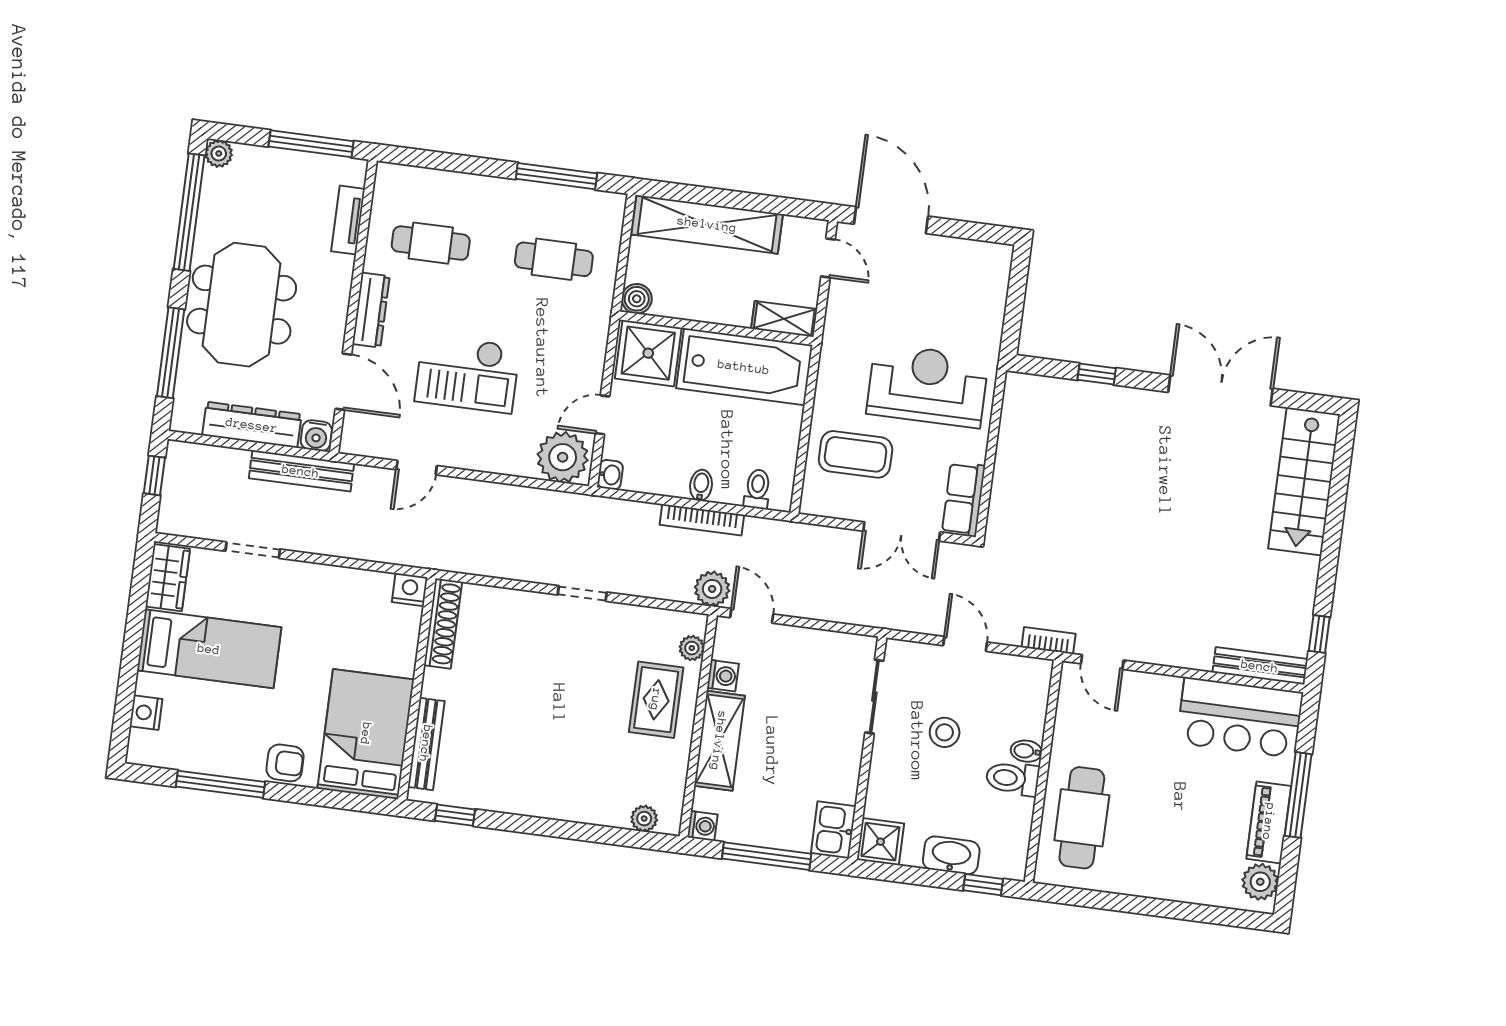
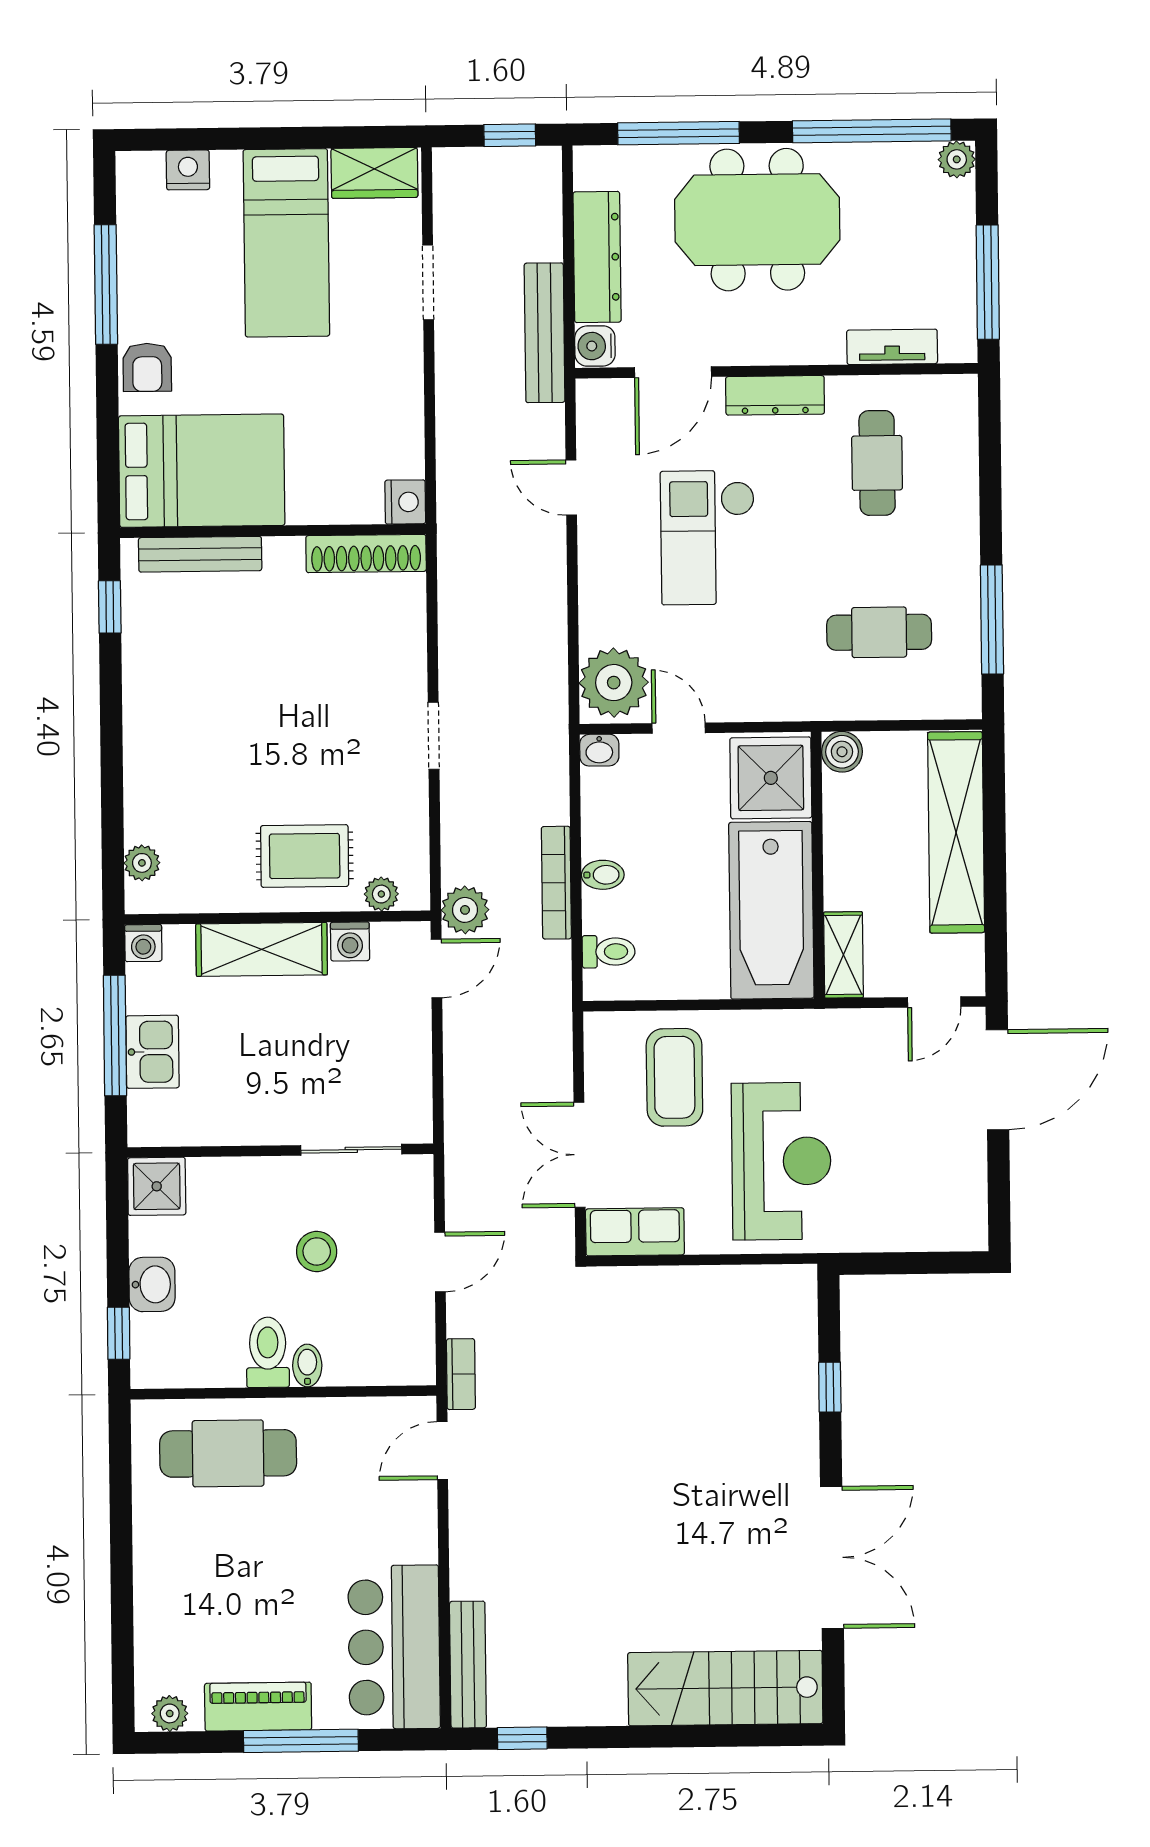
cafe table: (554, 259) -> (879, 632), turned 90
kitchen sink: (833, 830) -> (152, 1052), moved, turned 90
washbasin: (951, 855) -> (152, 1284), width x0.72
plant: (1260, 882) -> (170, 1713), width x0.73, depth x0.73

